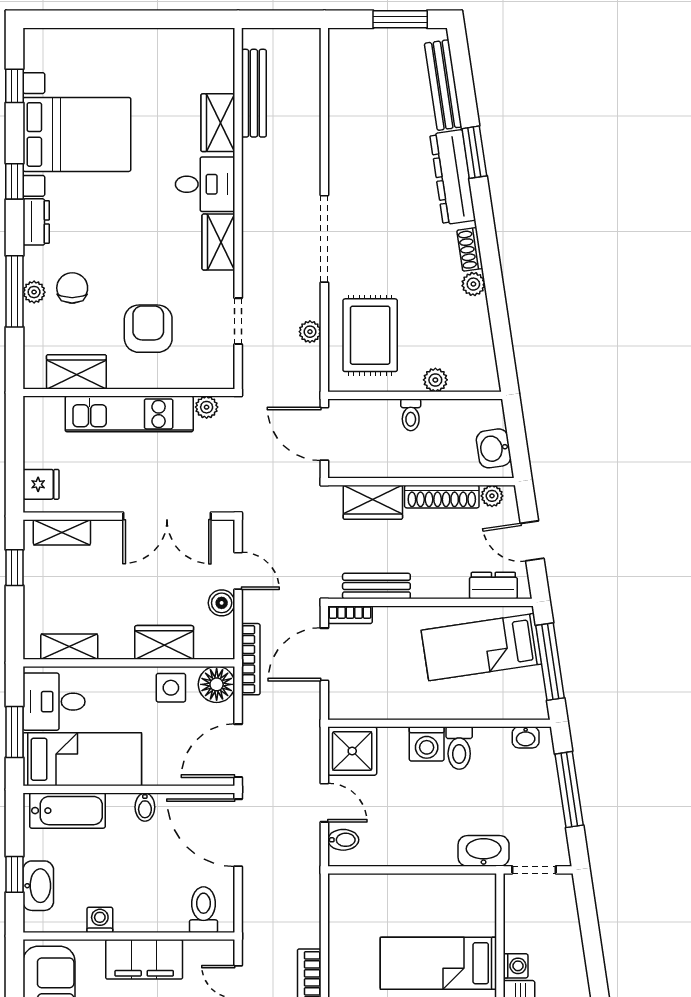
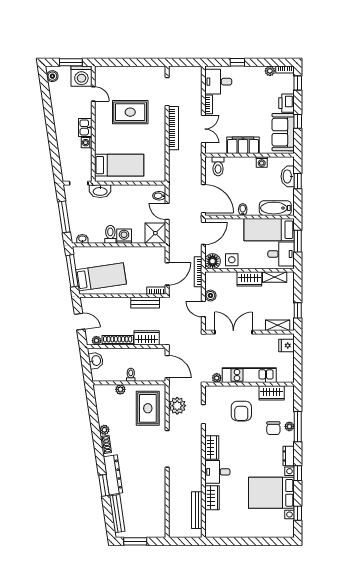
plant: (310, 332) -> (177, 406), width x1.88, depth x1.88
dresser: (493, 586) -> (96, 303), removed
wardrobe: (164, 642) -> (249, 279), moved
bed: (438, 963) -> (119, 165), moved

